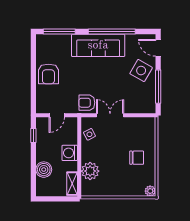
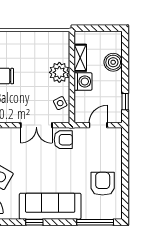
window: (112, 31) -> (34, 222), width x0.32
armchair: (48, 74) -> (103, 184), moved
plant: (90, 171) -> (59, 72), moved
shelving: (72, 184) -> (80, 58), moved

